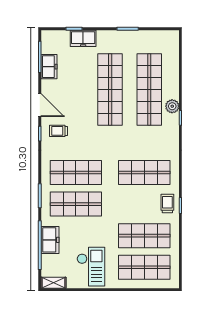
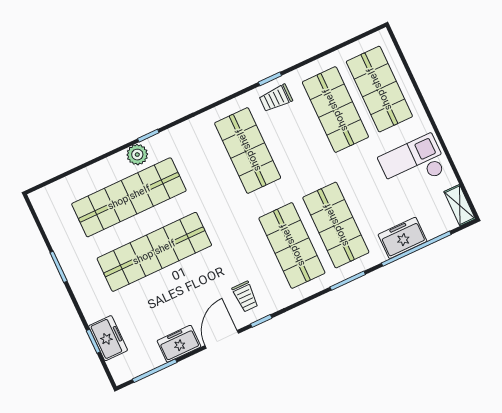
freezer: (83, 38) -> (108, 338), moved
freezer: (49, 67) -> (179, 344), moved

